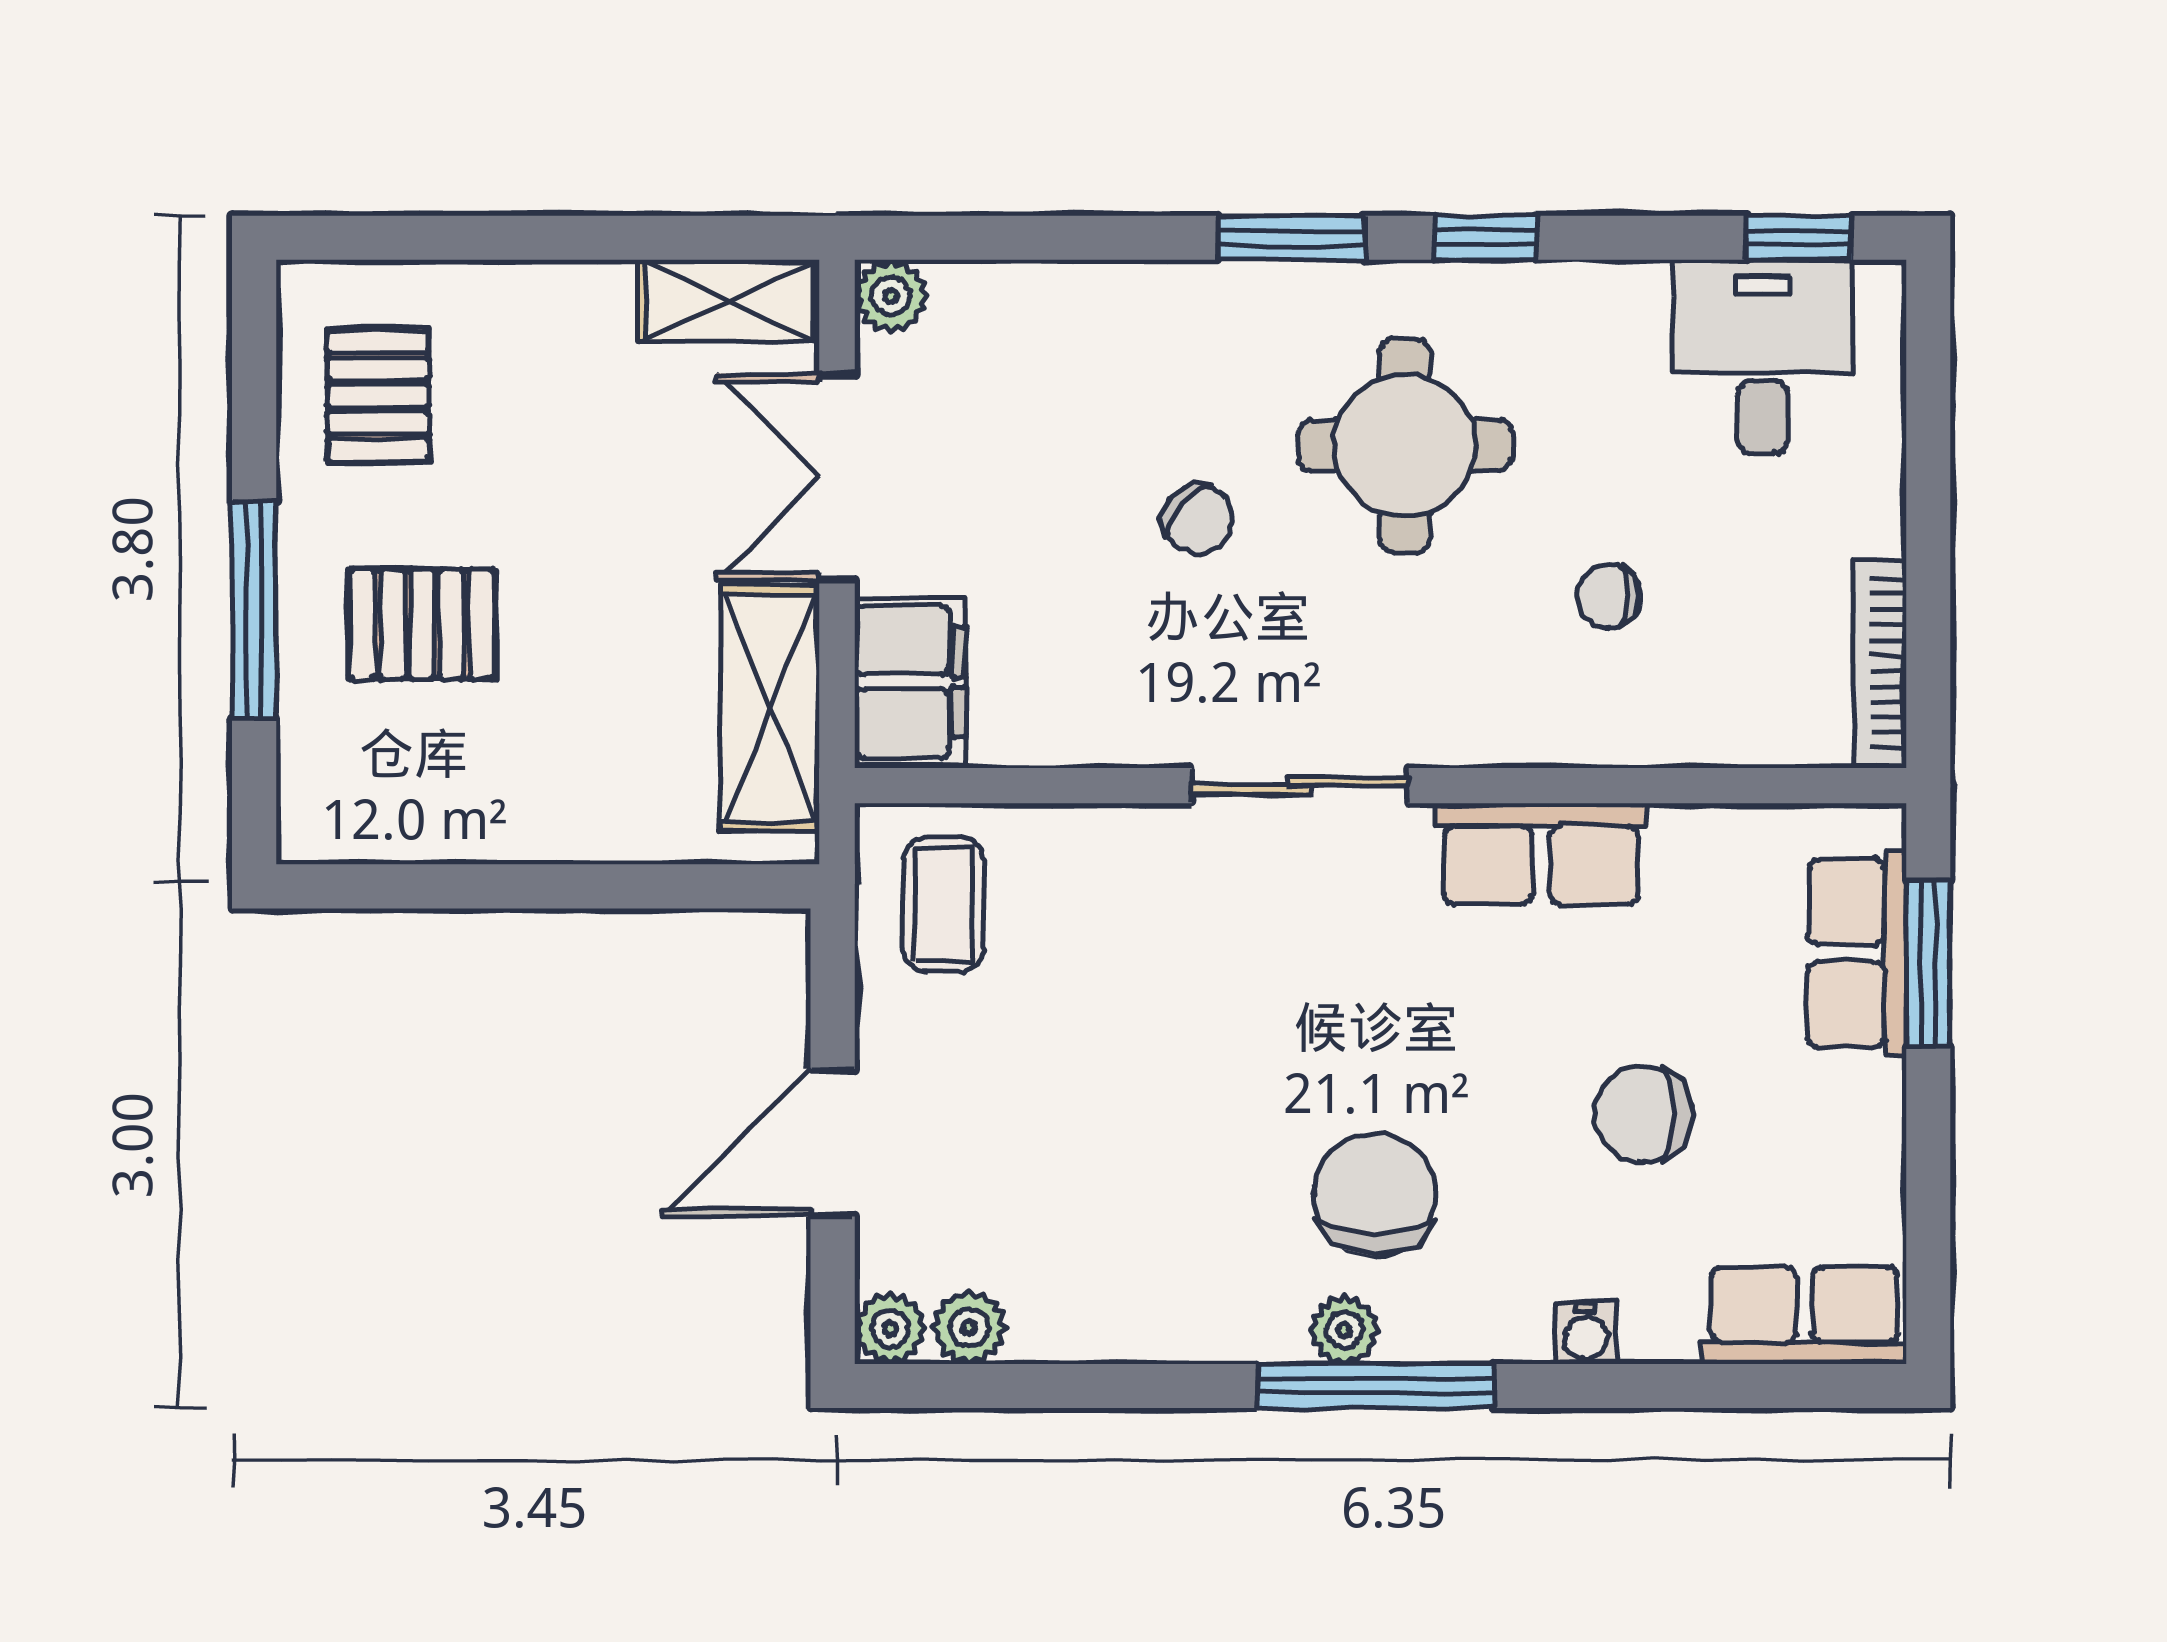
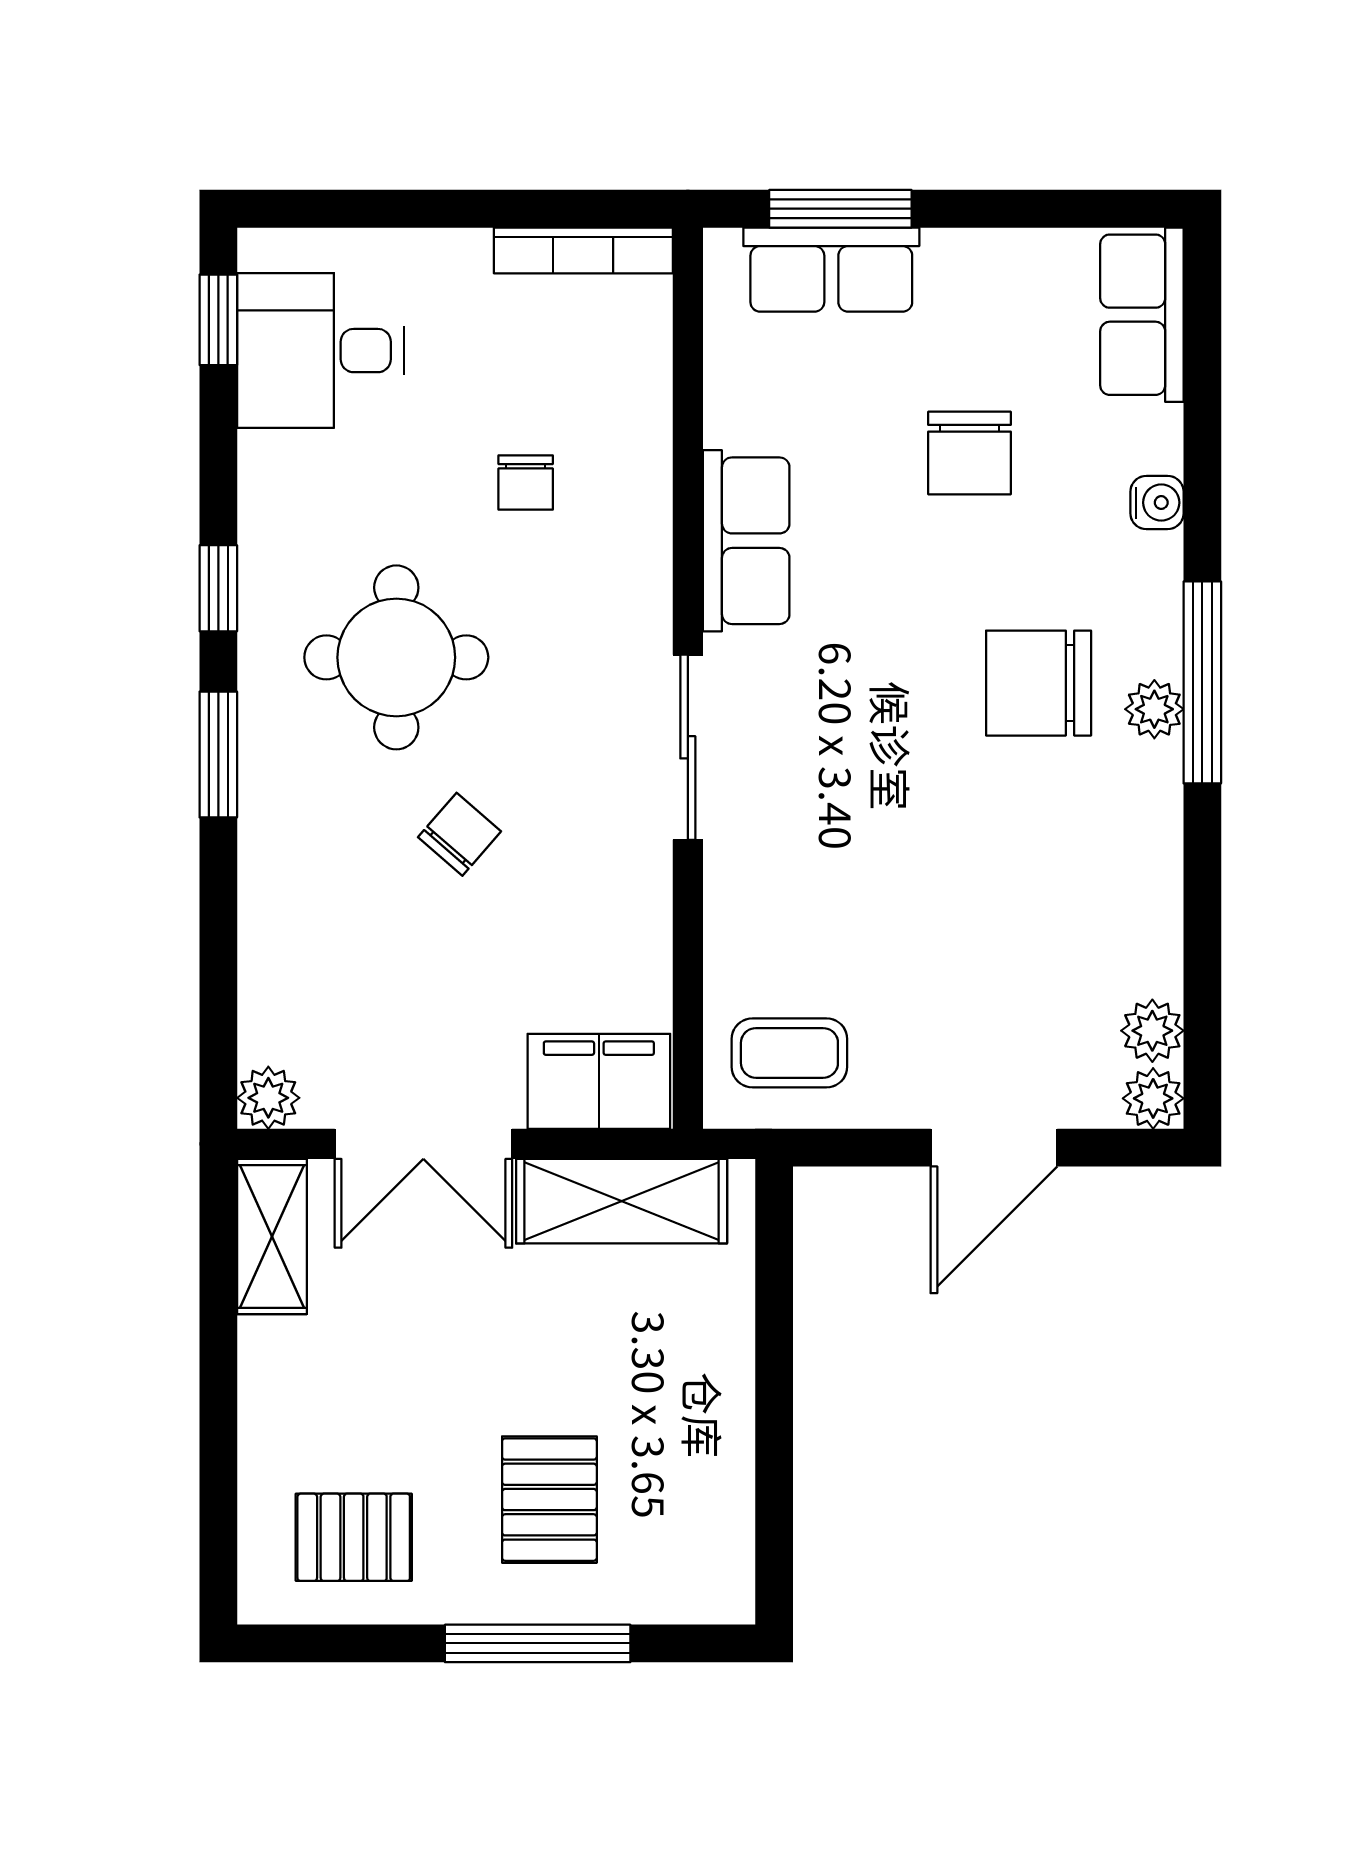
door: (833, 1143) -> (994, 1148), hinge flipped

